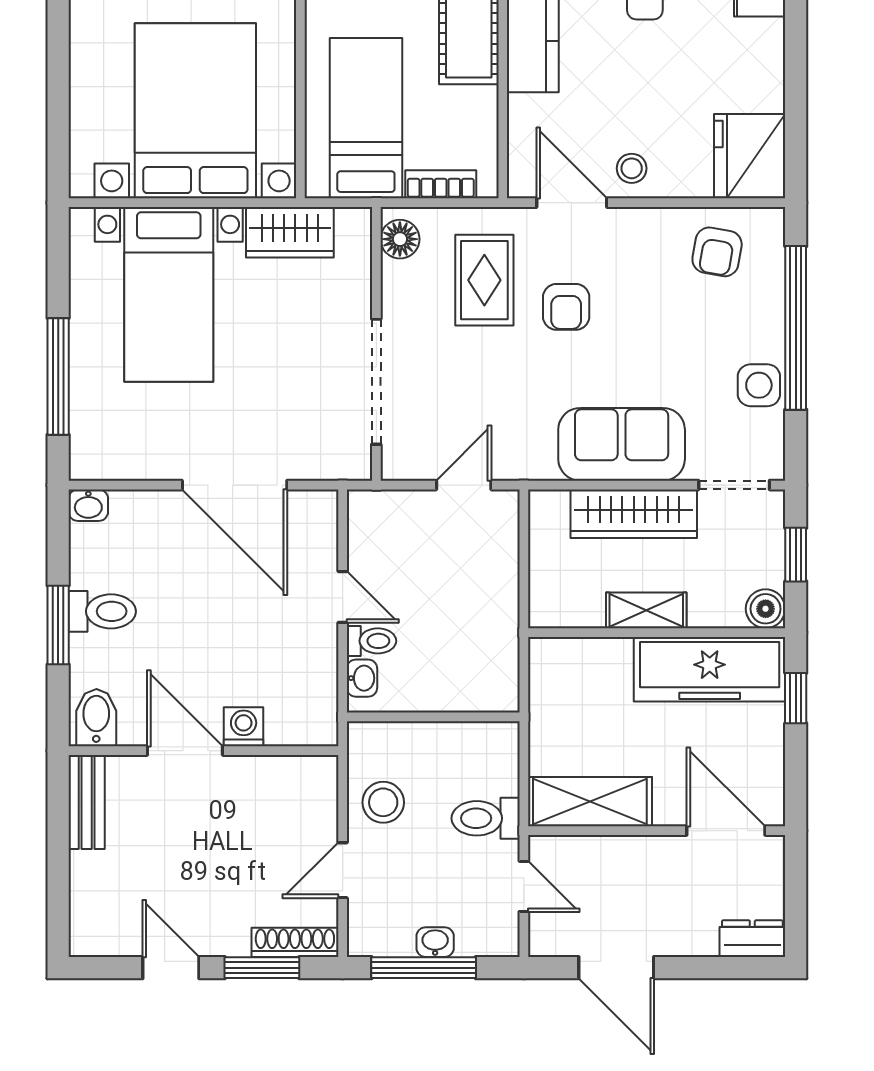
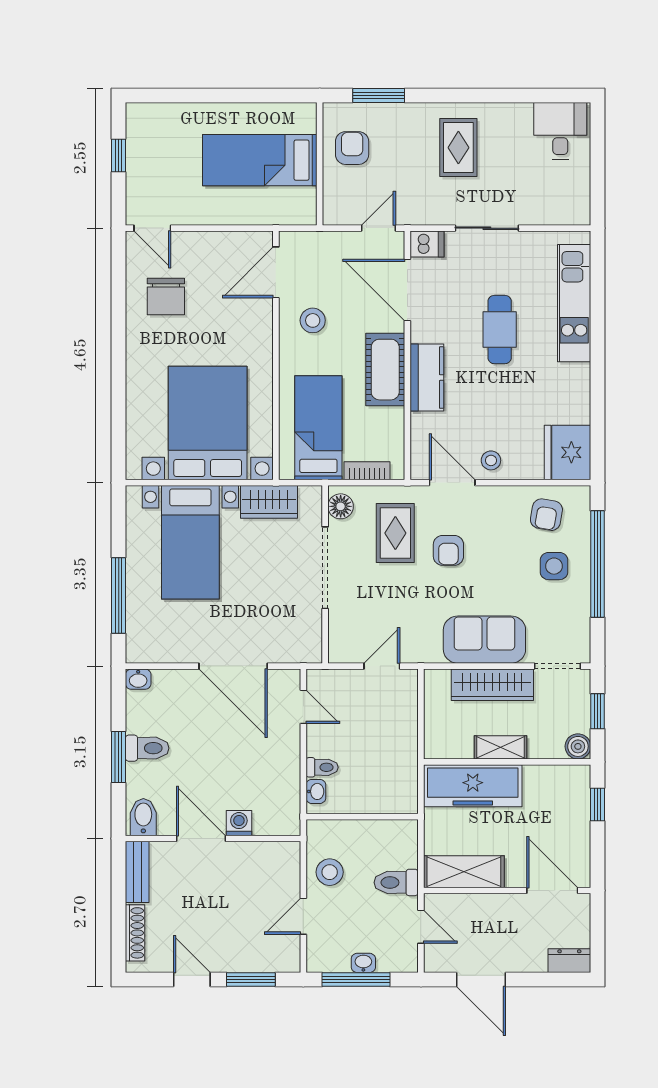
doorway: (376, 382) -> (325, 568), moved
side table: (759, 385) -> (554, 566), moved
door: (343, 597) -> (303, 707), moved
freezer: (710, 669) -> (473, 786), moved
shoe rack: (295, 942) -> (135, 933), moved, turned 90

